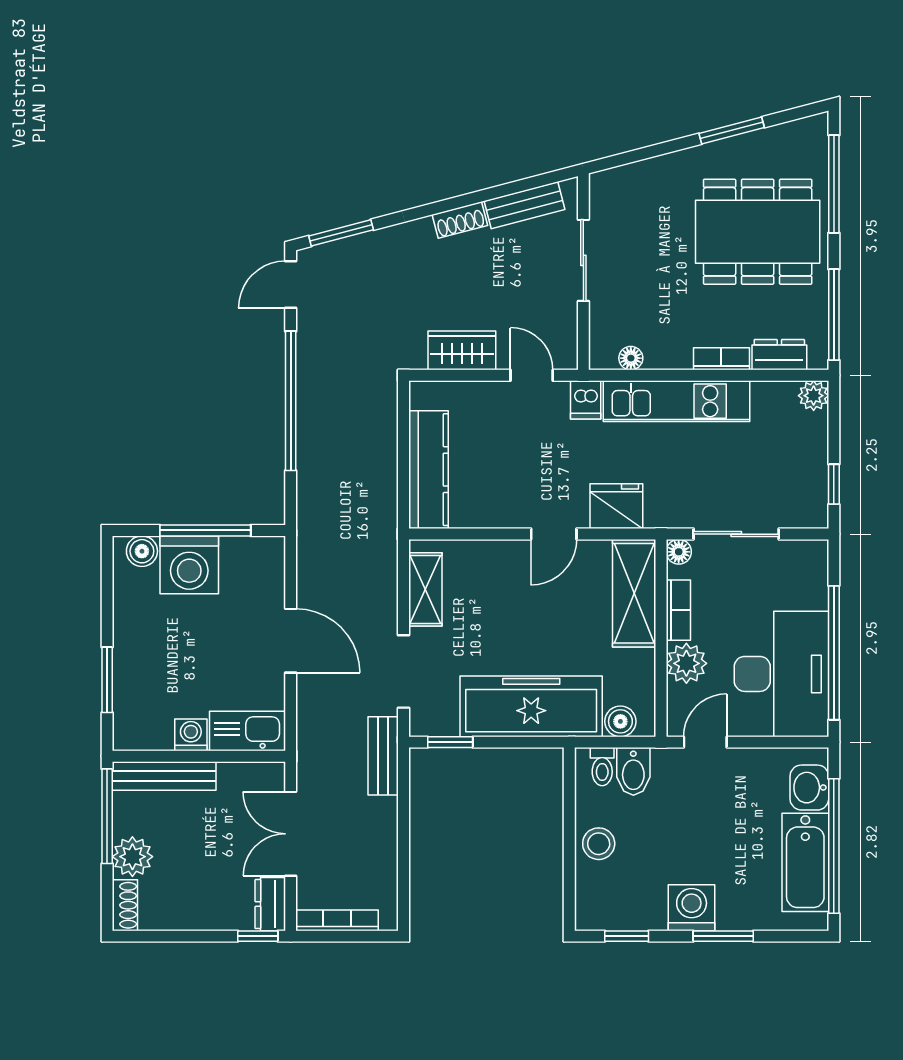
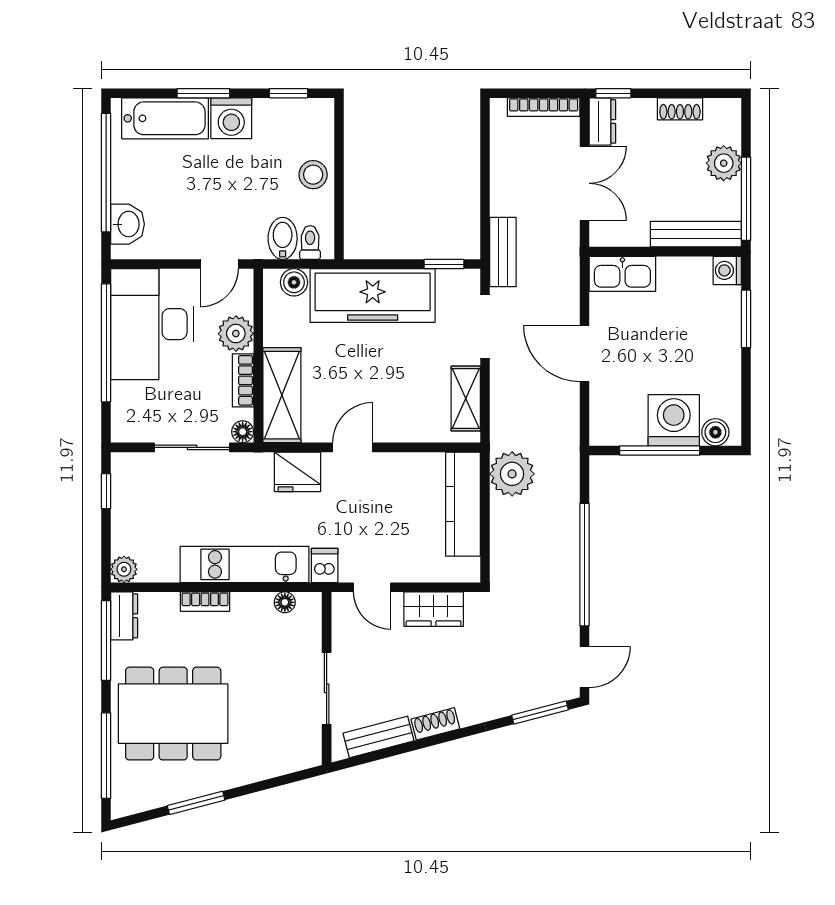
dresser: (779, 355) -> (124, 616), moved, turned -90
plant: (373, 504) -> (512, 474), added
washing machine: (191, 735) -> (727, 270), moved, turned 90
bathtub: (805, 862) -> (165, 118), moved, turned 90
shoe rack: (125, 905) -> (680, 109), moved, turned -90

